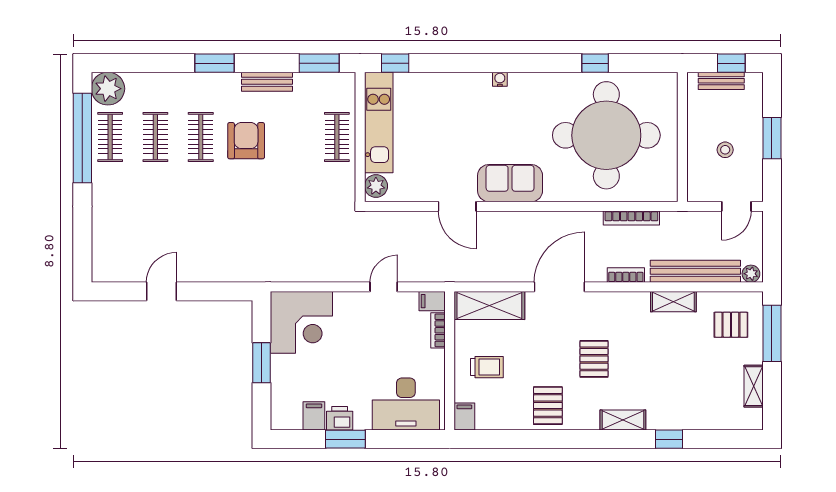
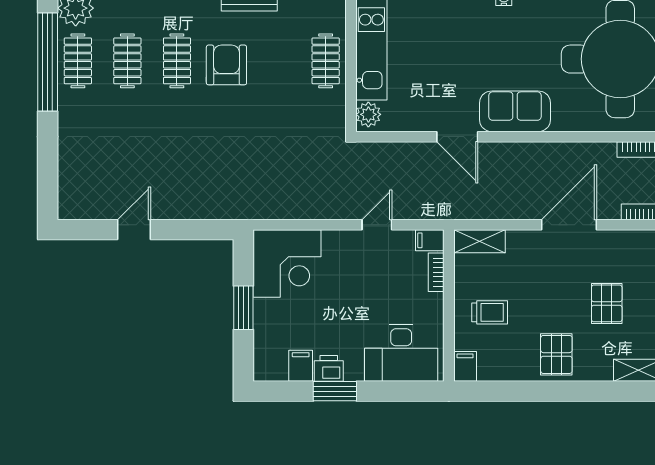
shelving: (489, 306) -> (480, 241), width x0.67, depth x0.75

